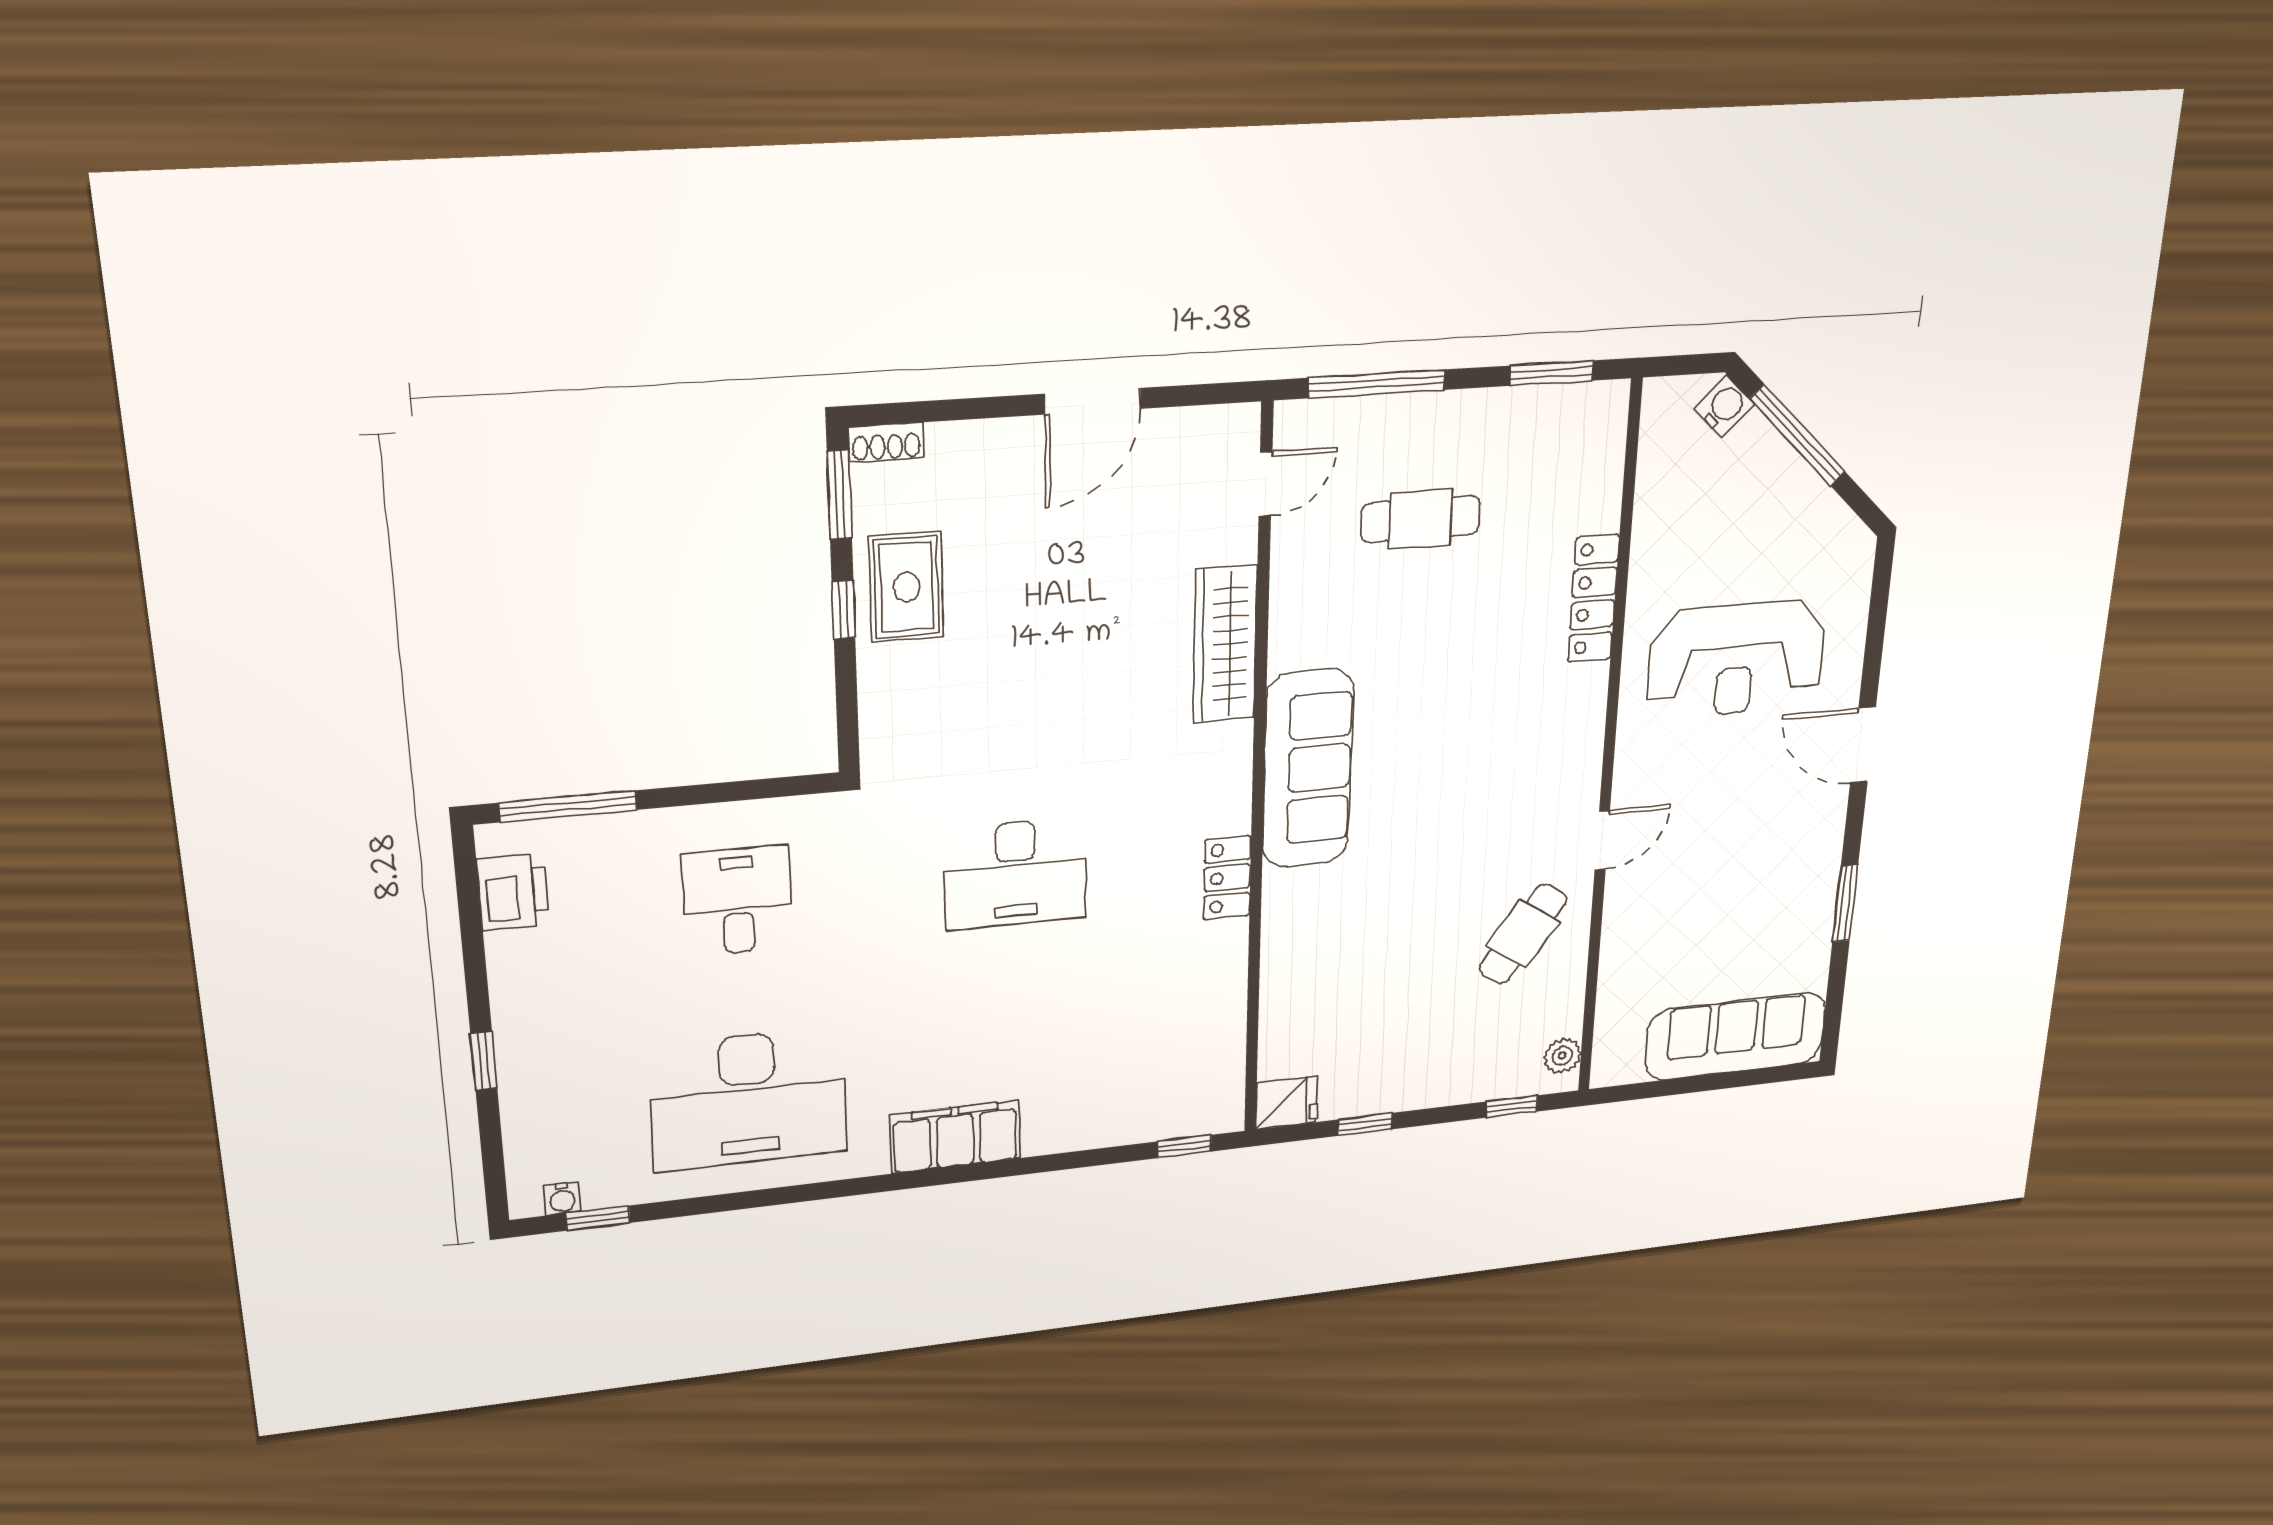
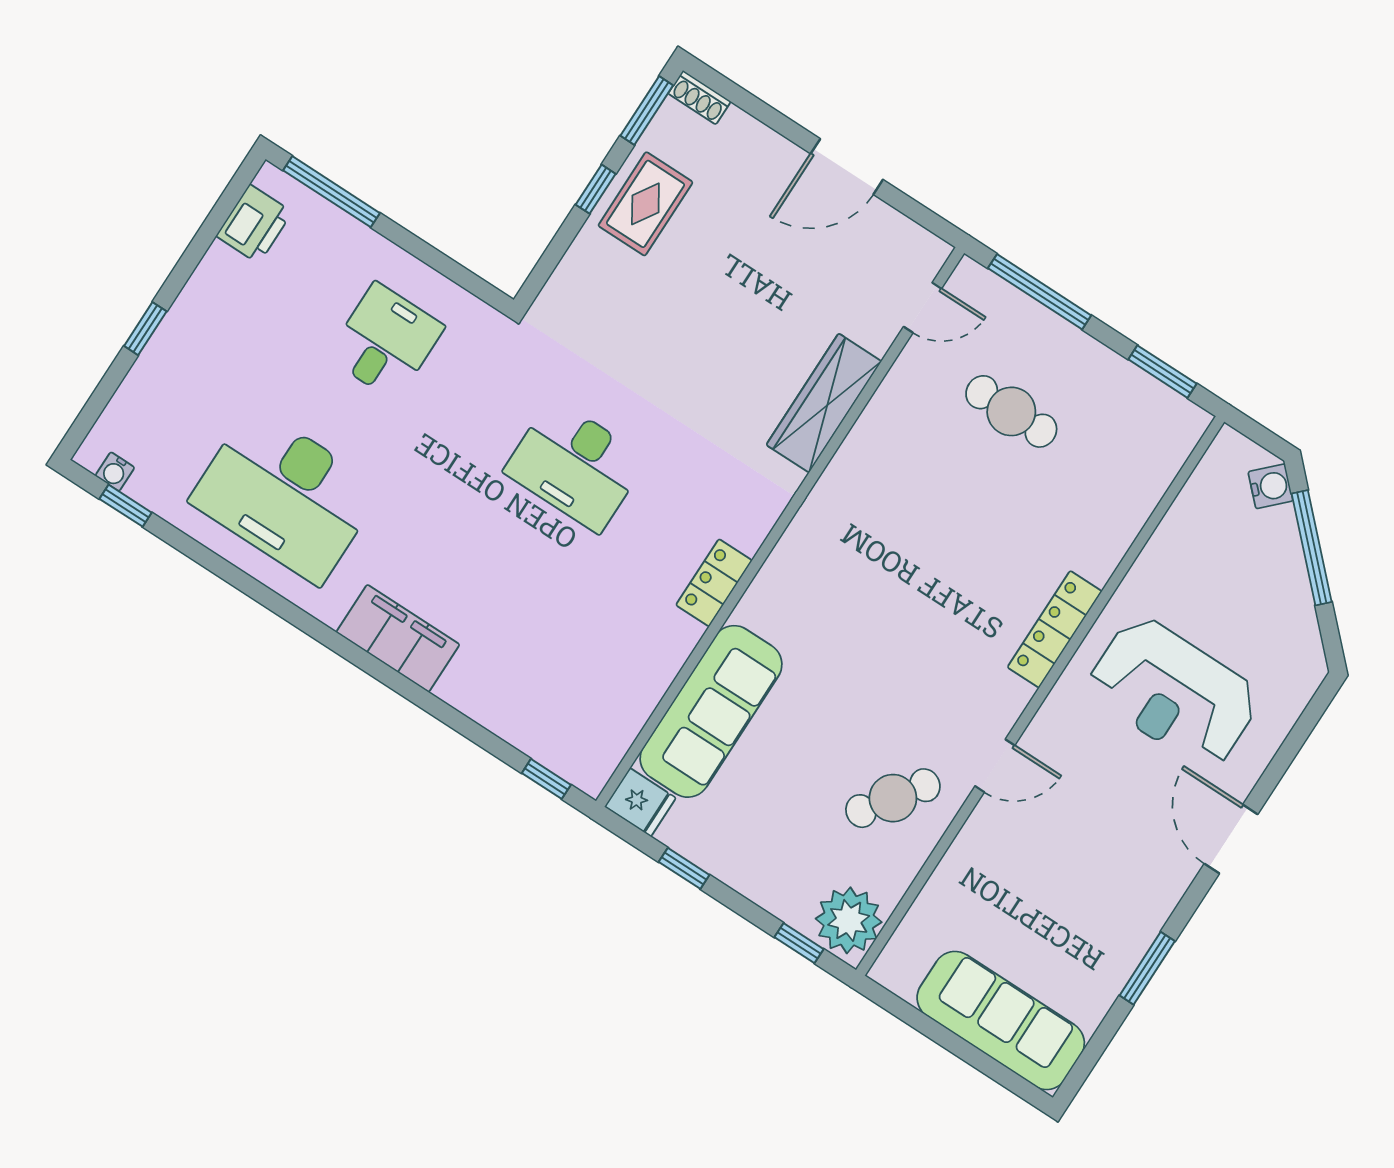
locker: (1593, 598) -> (1055, 629), moved
sofa: (1308, 769) -> (711, 711), moved
plant: (1562, 1056) -> (849, 920), width x1.87, depth x1.87

